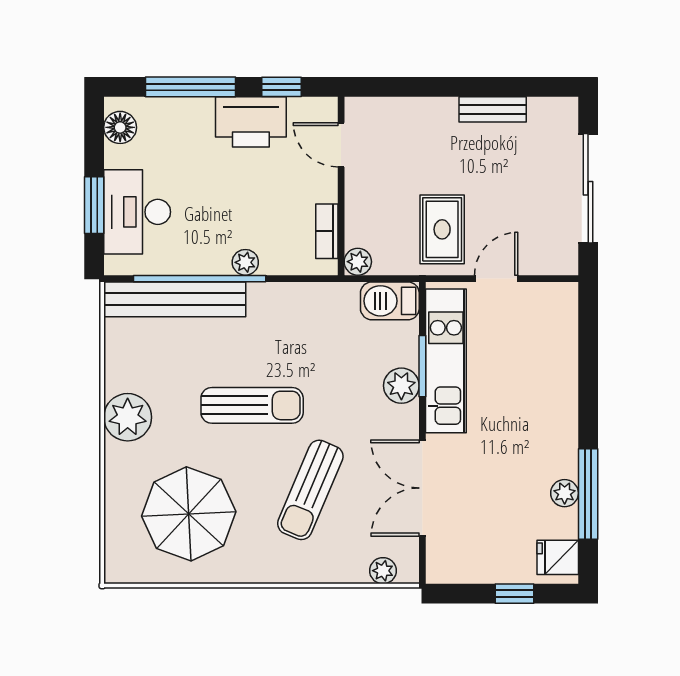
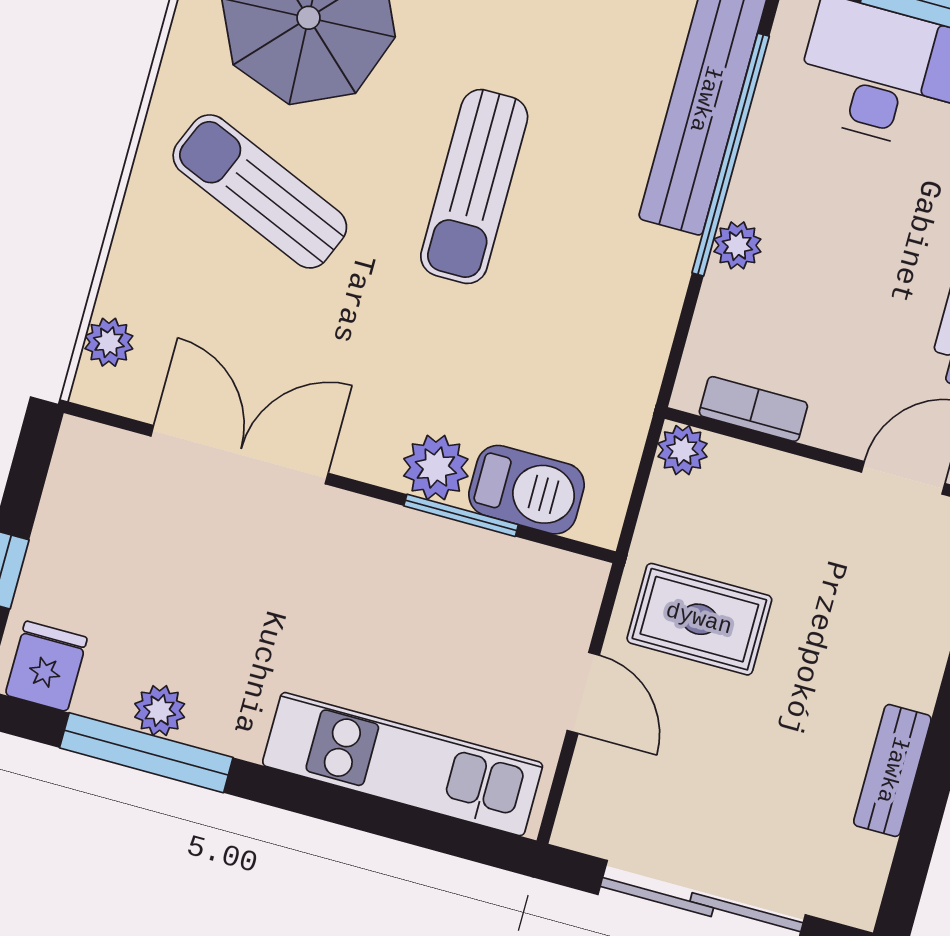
barbecue: (390, 301) -> (527, 490), moved, turned 90
kitchen unit: (446, 361) -> (403, 764), moved, turned 180
sun lounger: (310, 490) -> (260, 191), moved

